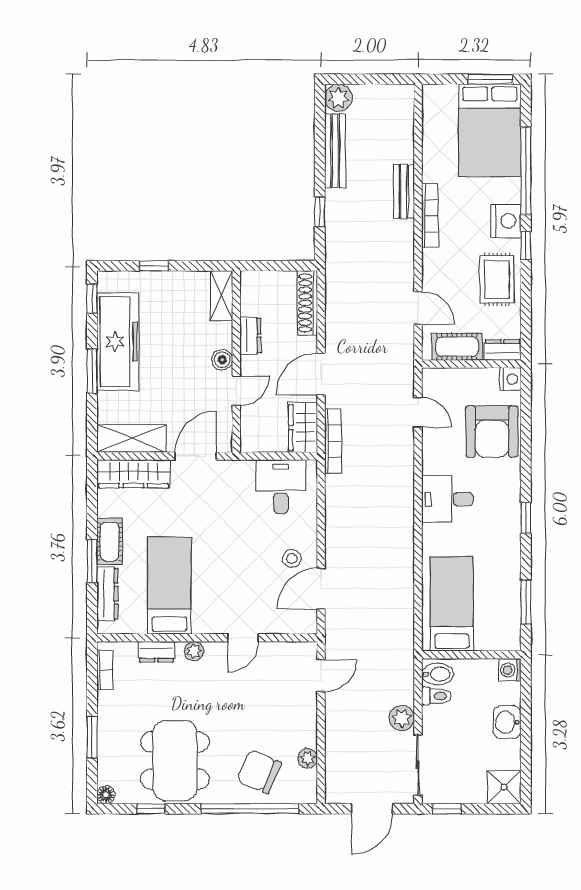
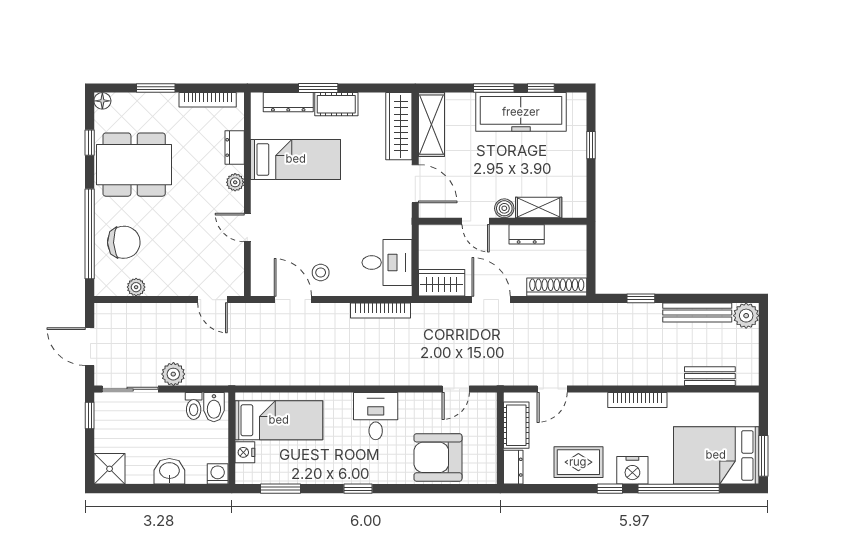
bench: (404, 192) -> (710, 376), moved
shelving: (221, 296) -> (539, 207), moved
window: (92, 299) -> (541, 88), moved
nightstand: (510, 379) -> (245, 452), moved, turned 90
bookcase: (333, 441) -> (380, 311), moved
bookcase: (105, 670) -> (208, 100), width x1.56
chair: (259, 772) -> (124, 242), turned 65

